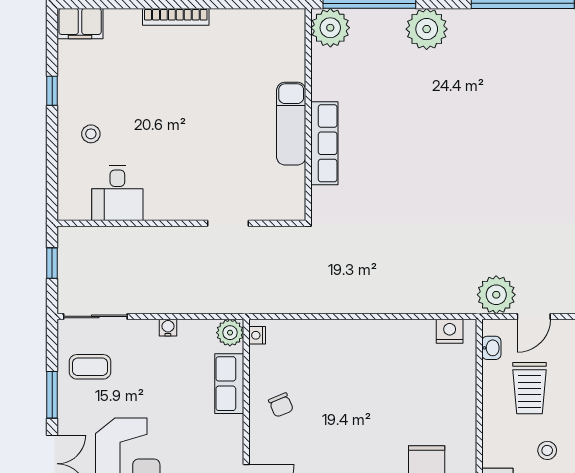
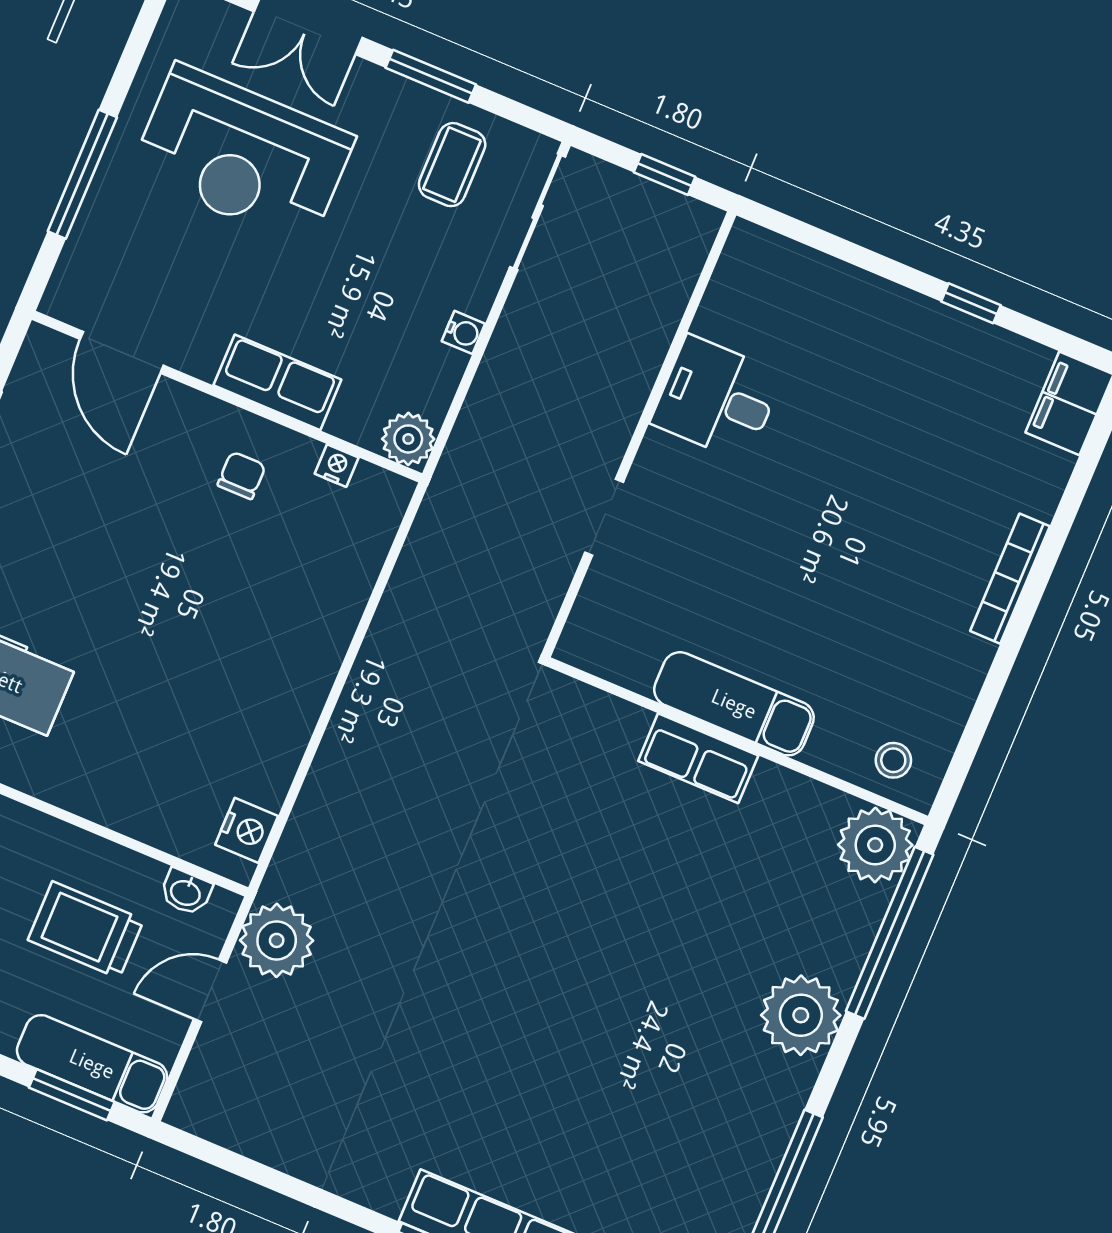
stool: (91, 134) -> (893, 760), moved
row of seats: (324, 143) -> (698, 758), width x0.68
desk: (117, 193) -> (717, 399), moved
door: (534, 316) -> (210, 991), hinge flipped
nightstand: (257, 335) -> (337, 466), moved
row of seats: (229, 384) -> (277, 382), moved
chair: (281, 405) -> (242, 475), turned 113

